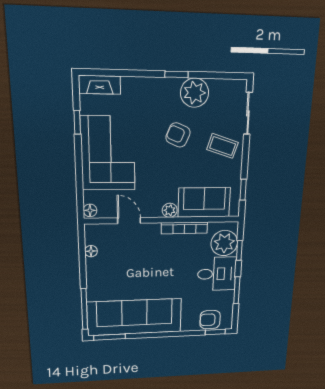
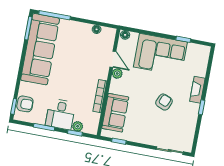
fireplace: (100, 85) -> (197, 90), moved
plant: (195, 93) -> (189, 117), removed
coffee table: (223, 146) -> (151, 131), removed
plant: (170, 210) -> (117, 74), moved
door: (129, 221) -> (113, 59), hinge flipped
plant: (224, 243) -> (78, 126), width x0.53, depth x0.53
armchair: (210, 320) -> (25, 104), turned 90

